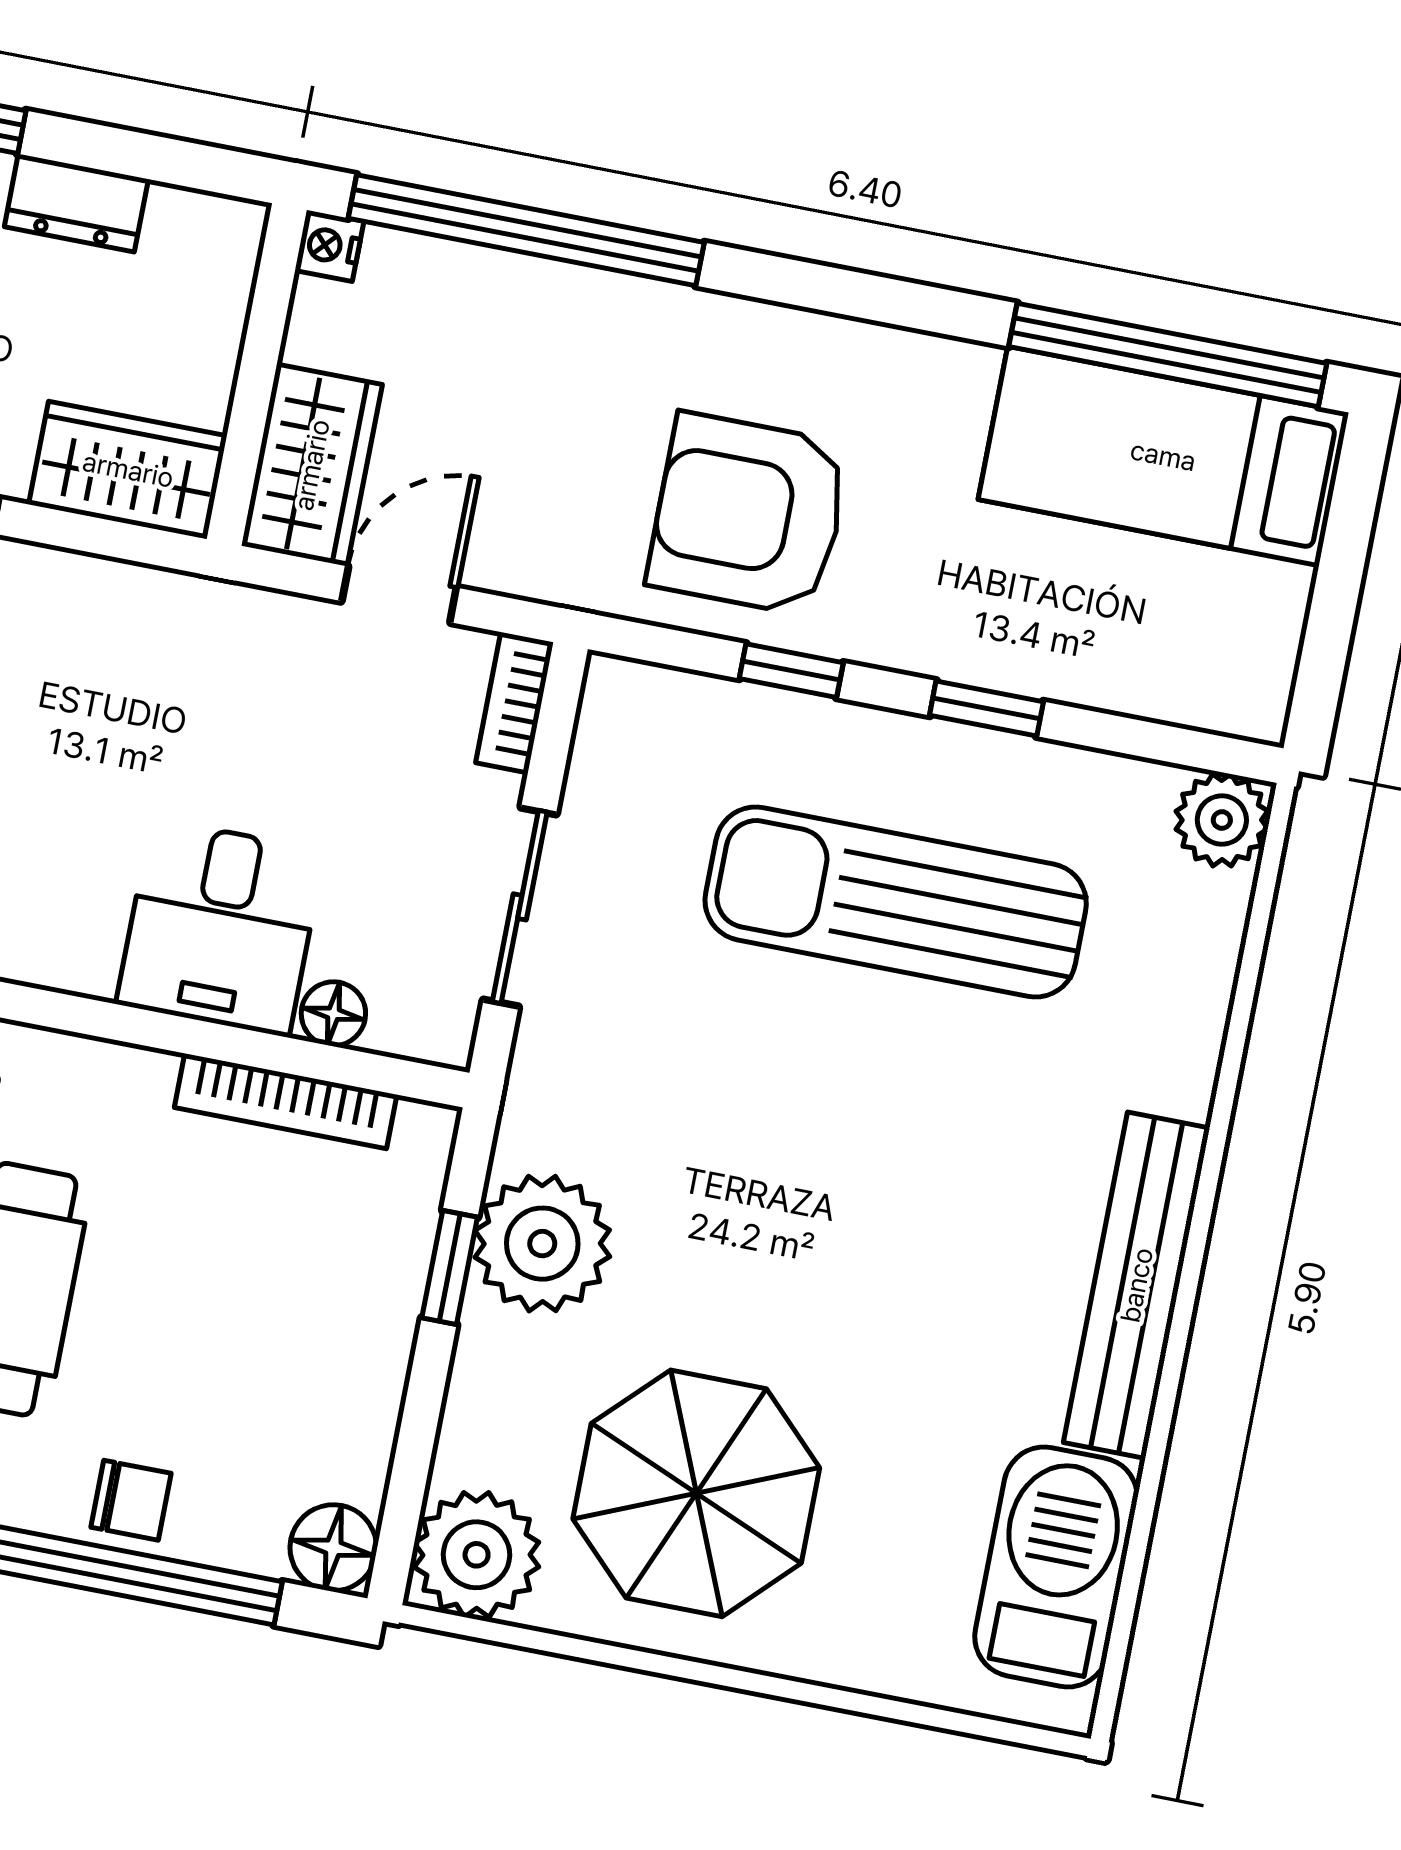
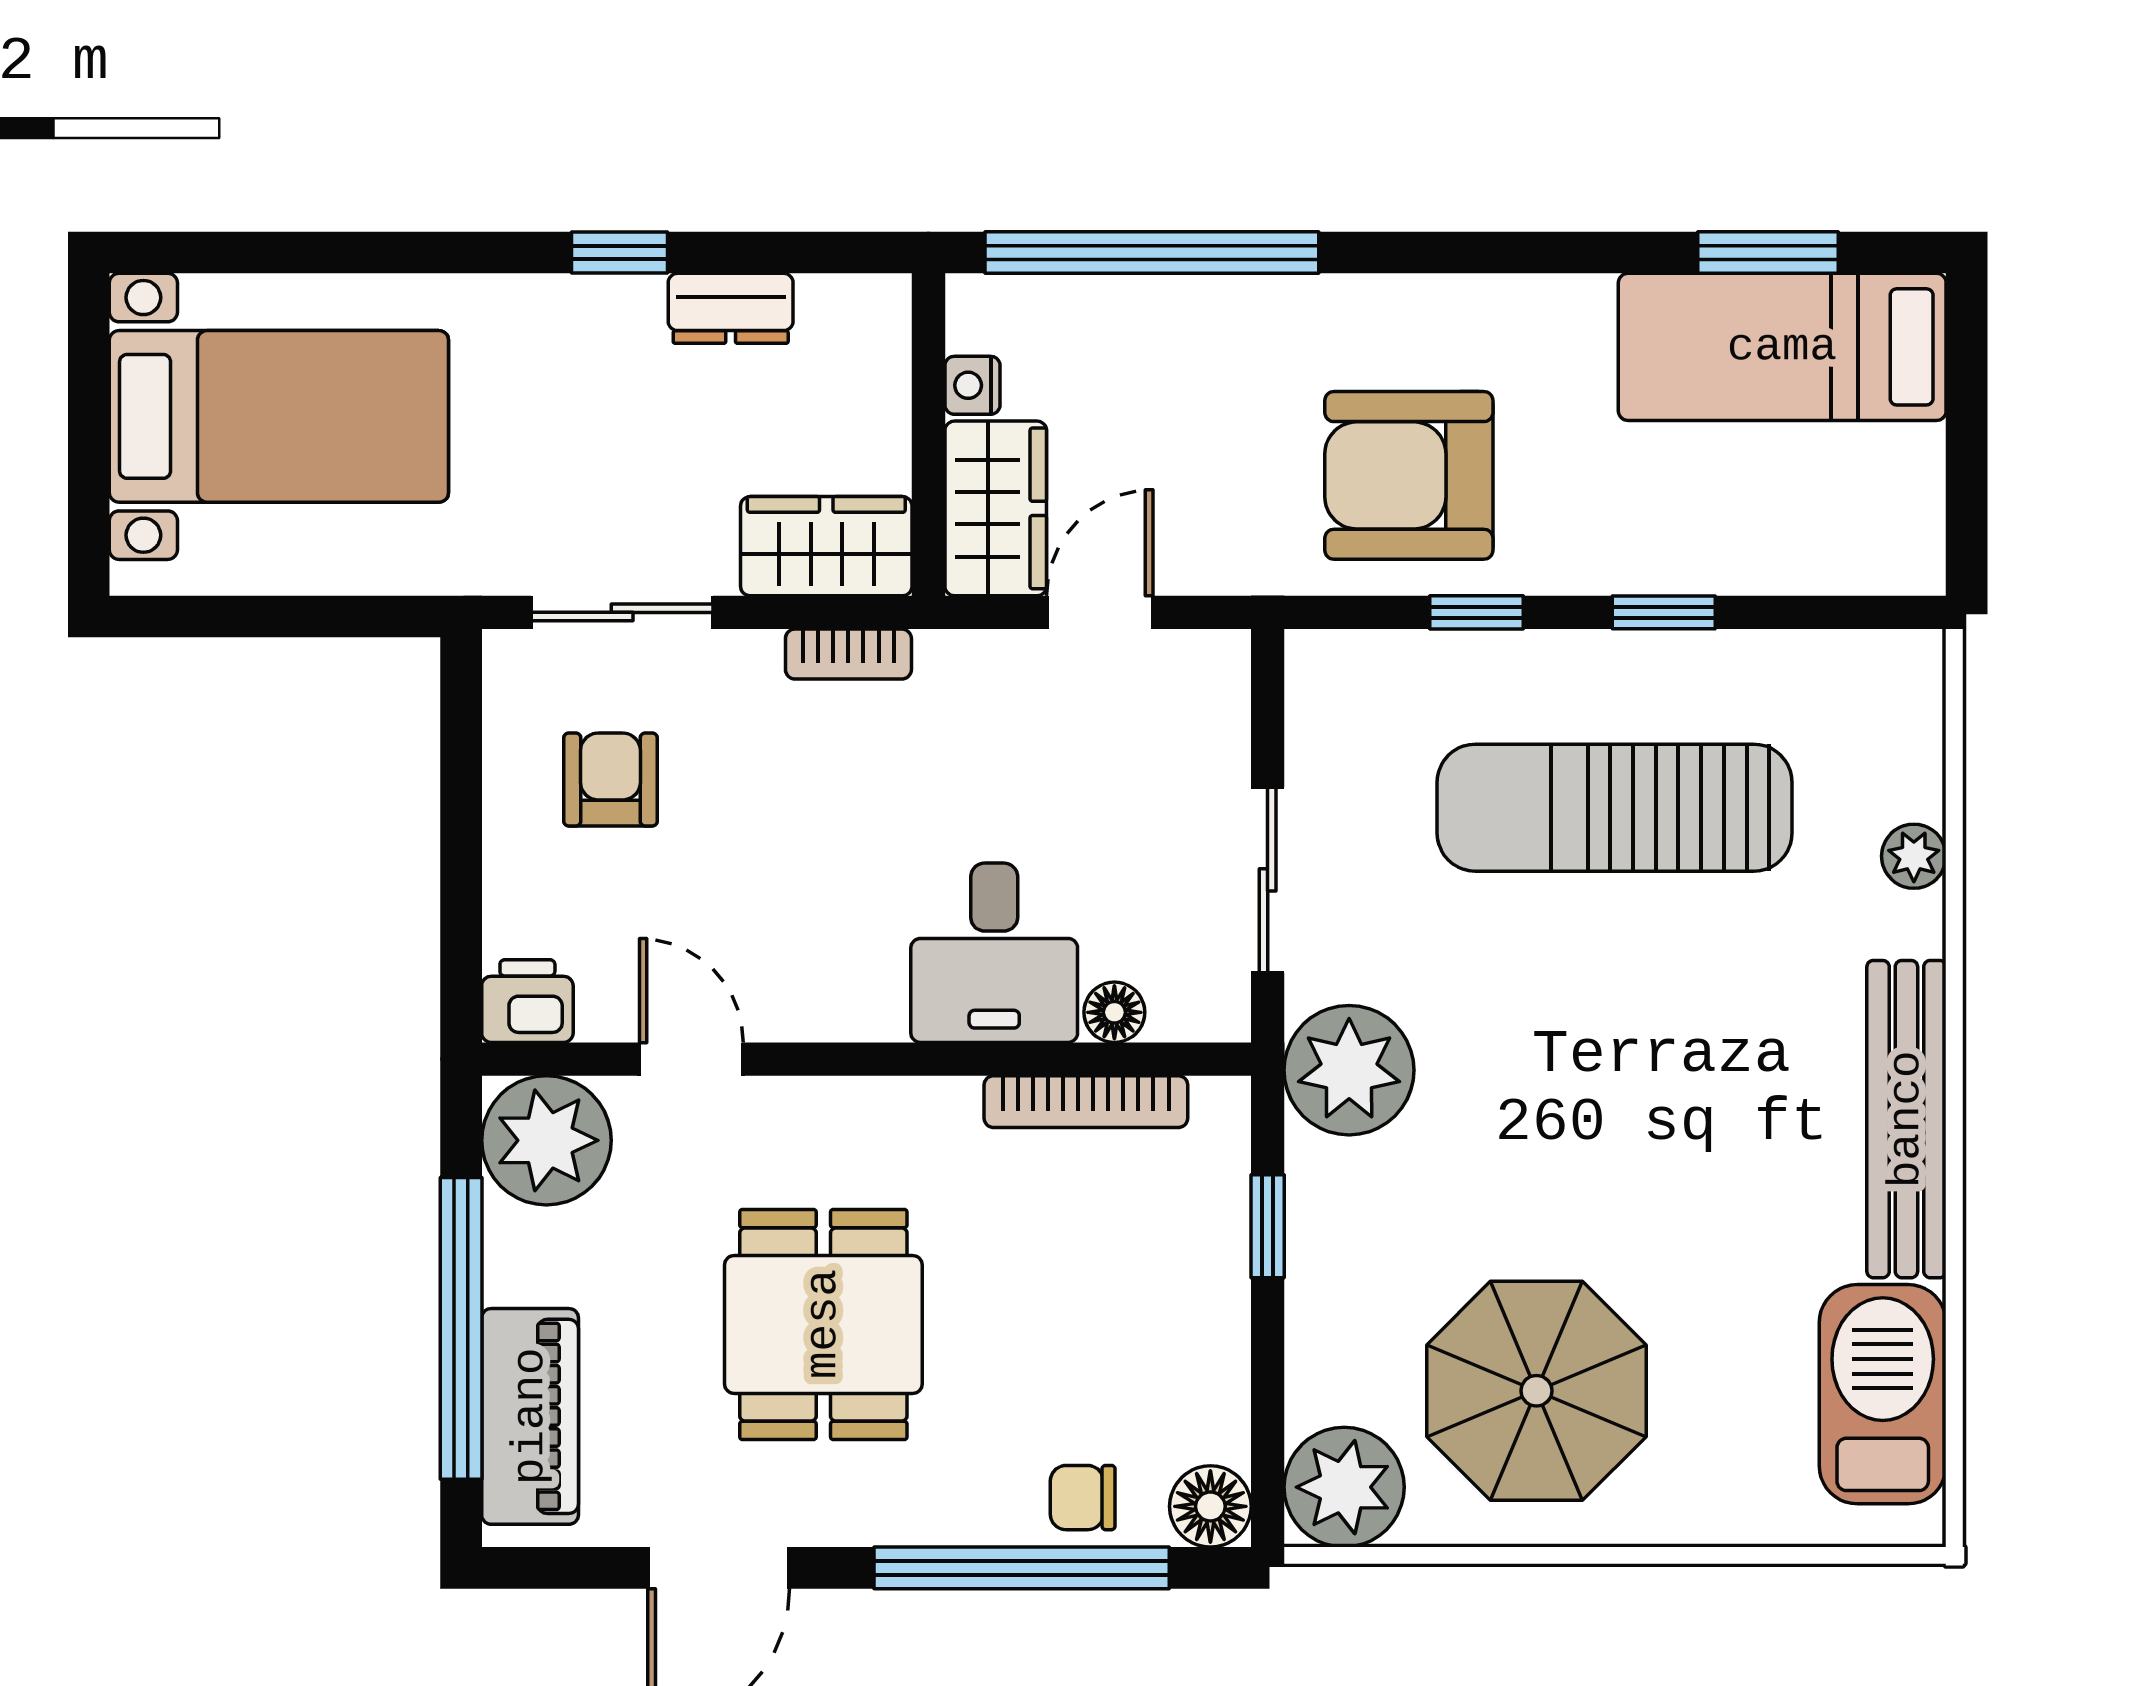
nightstand: (329, 246) -> (972, 385), moved
window: (1168, 355) -> (1768, 253), width x0.47
bookcase: (514, 703) -> (848, 654), moved, turned -90
plant: (1222, 820) -> (1914, 856), moved, width x0.73, depth x0.73
plant: (542, 1244) -> (1349, 1070), moved
chair: (131, 1500) -> (1083, 1498), moved, turned 180

